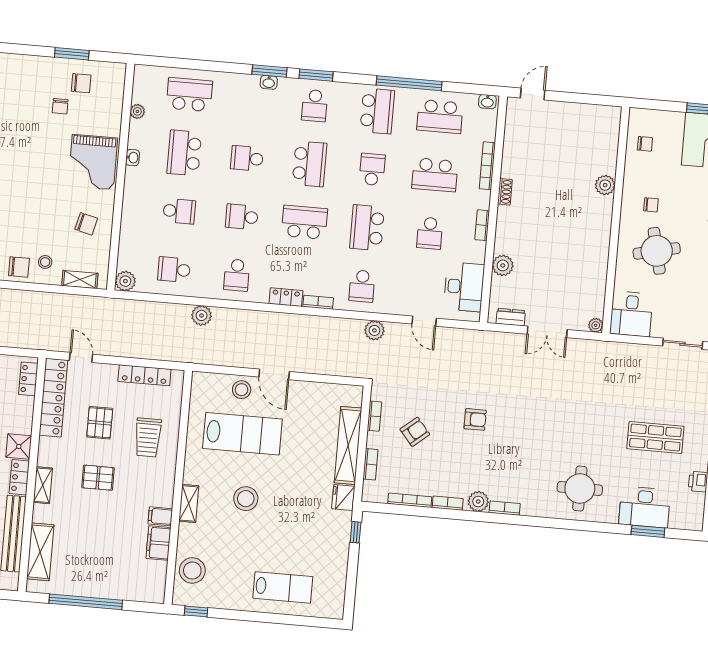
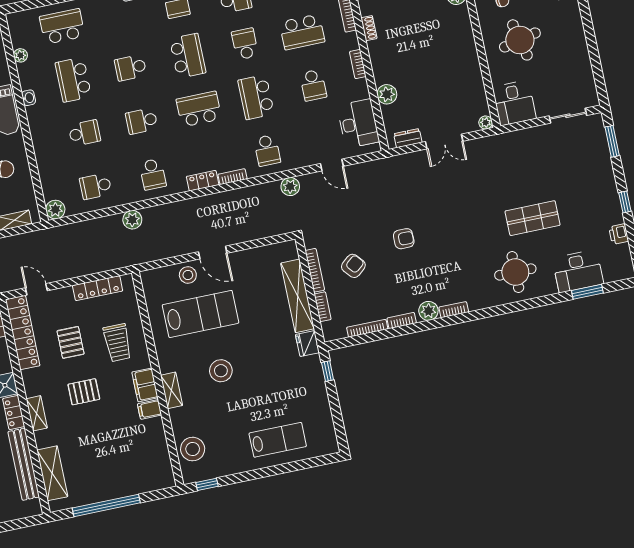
bookcase: (374, 416) -> (315, 270), width x1.56
shop shelf: (655, 438) -> (533, 218), moved
filing cabinet: (158, 543) -> (145, 385), moved

